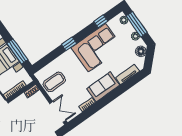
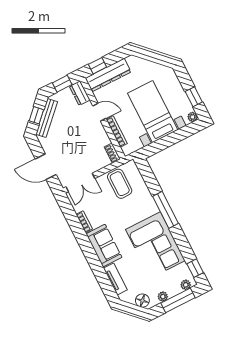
window: (101, 21) -> (195, 268), moved
window: (69, 44) -> (165, 210), width x2.17
window: (17, 51) -> (166, 142), removed

